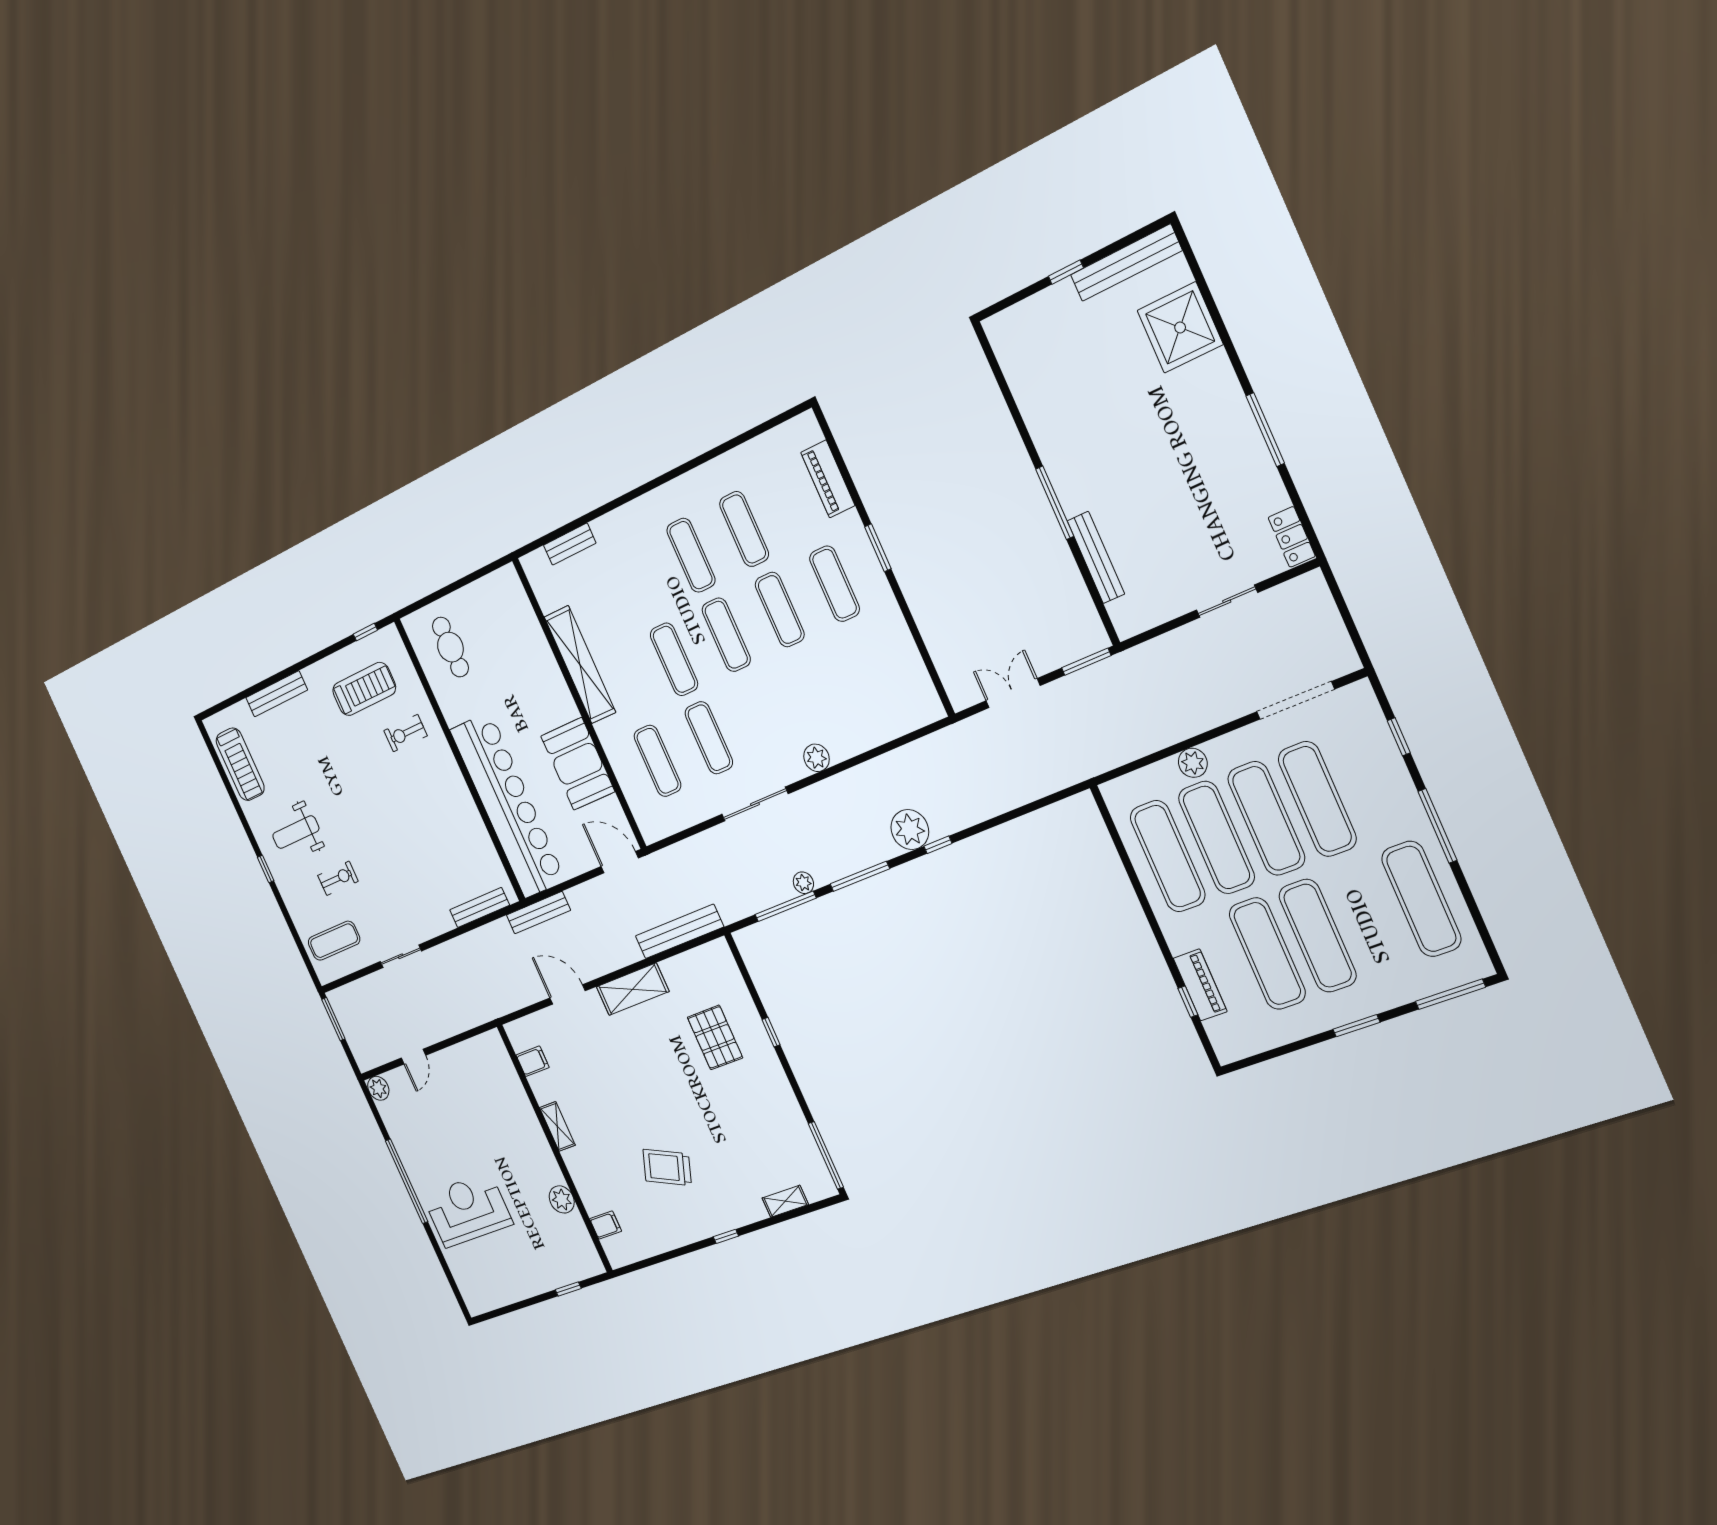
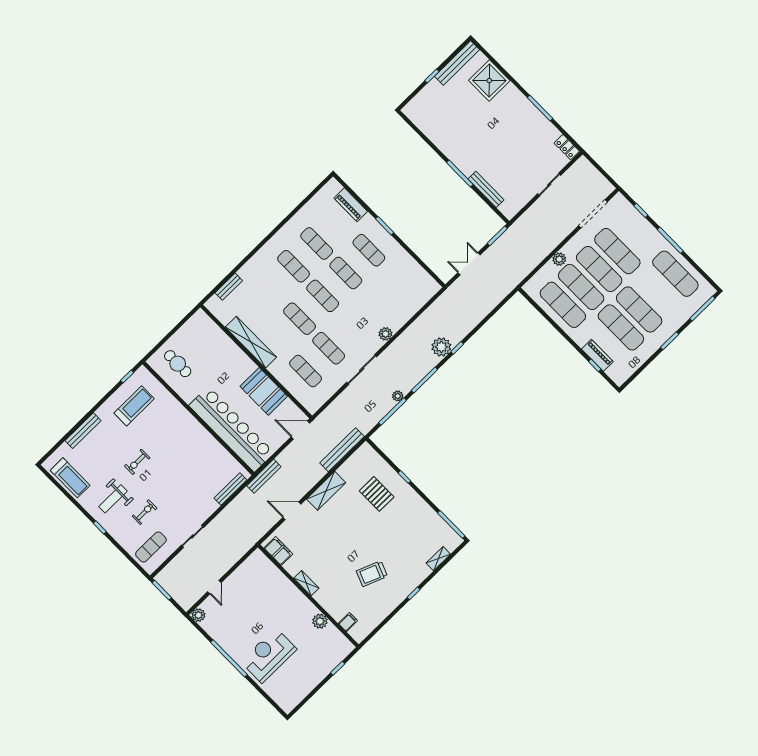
exercise bike: (405, 733) -> (137, 462), moved
filing cabinet: (533, 1061) -> (278, 551), width x2.00

